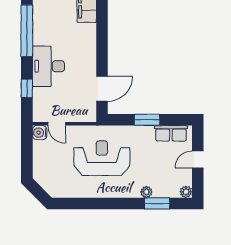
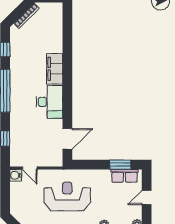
desk: (48, 66) -> (49, 102), moved, turned 180
window: (147, 120) -> (120, 165), moved

